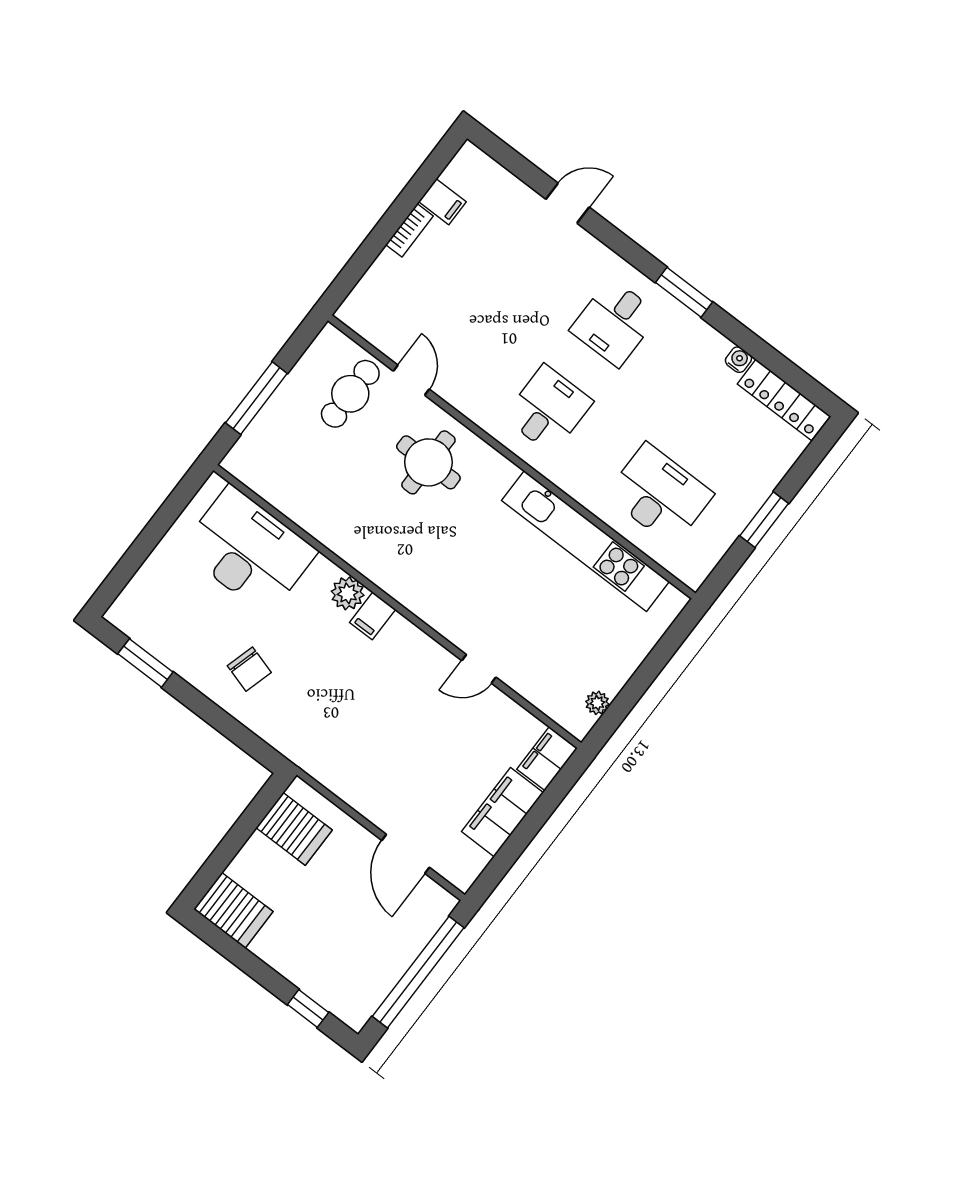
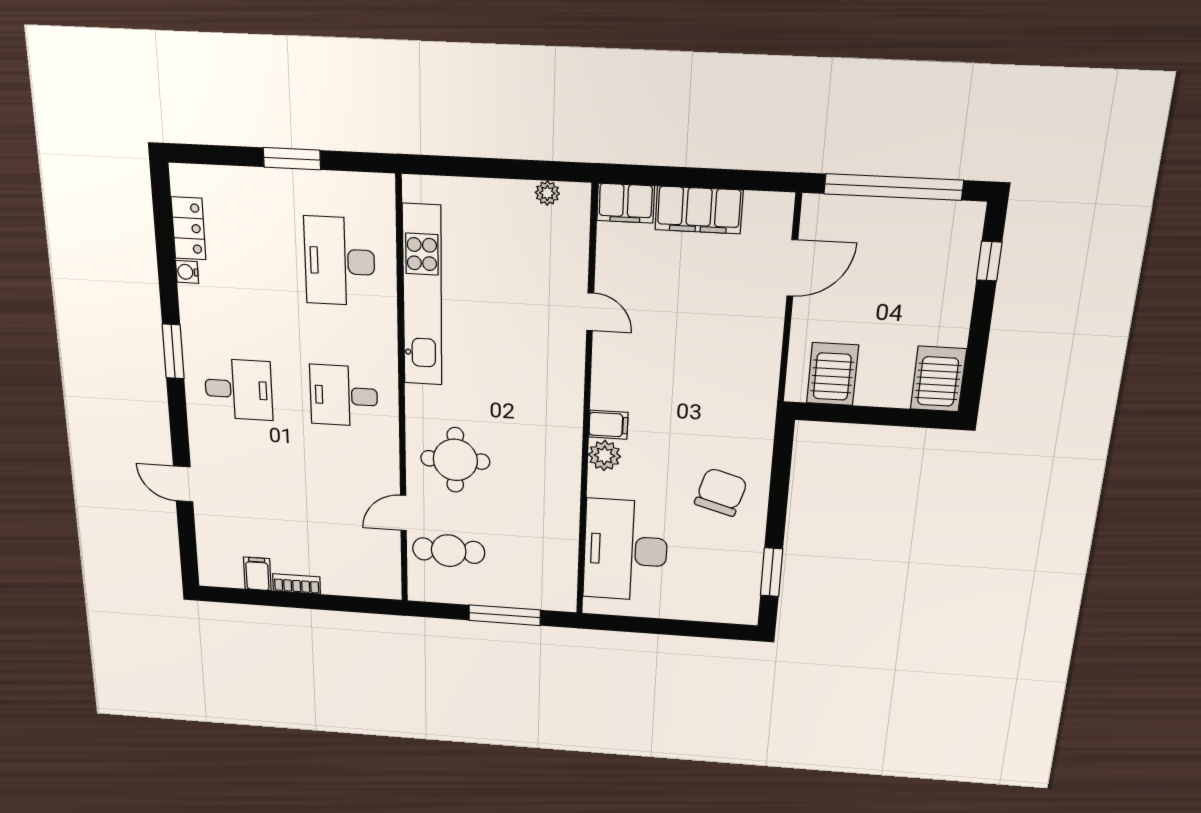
locker: (784, 400) -> (188, 228), width x0.66
chair: (249, 669) -> (721, 492), width x1.37, depth x1.37

